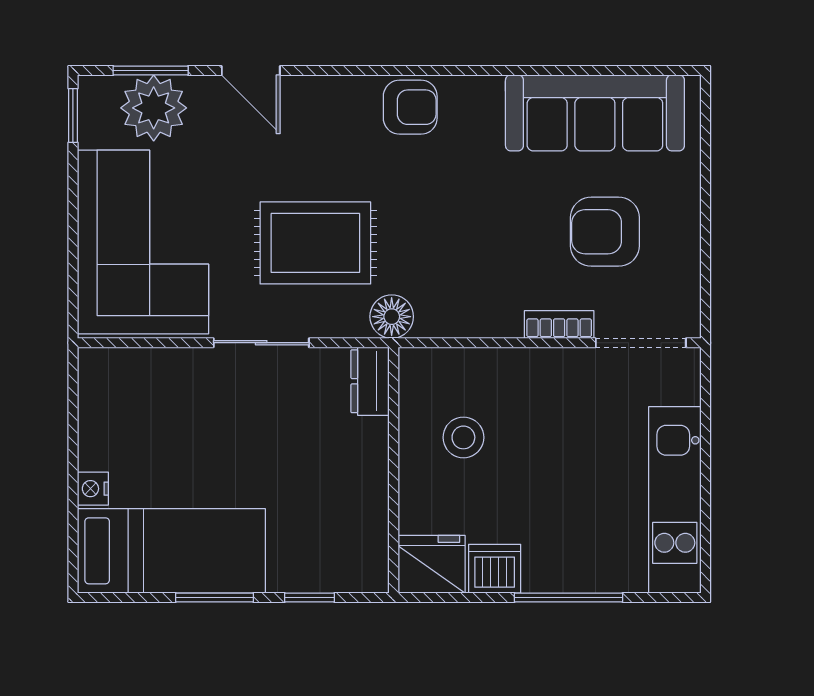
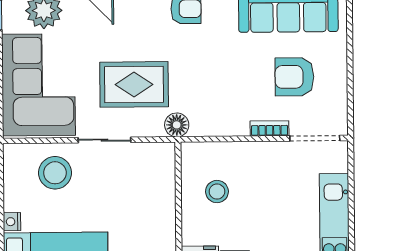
dresser: (370, 381) -> (165, 161), removed
stool: (171, 401) -> (55, 173), added

